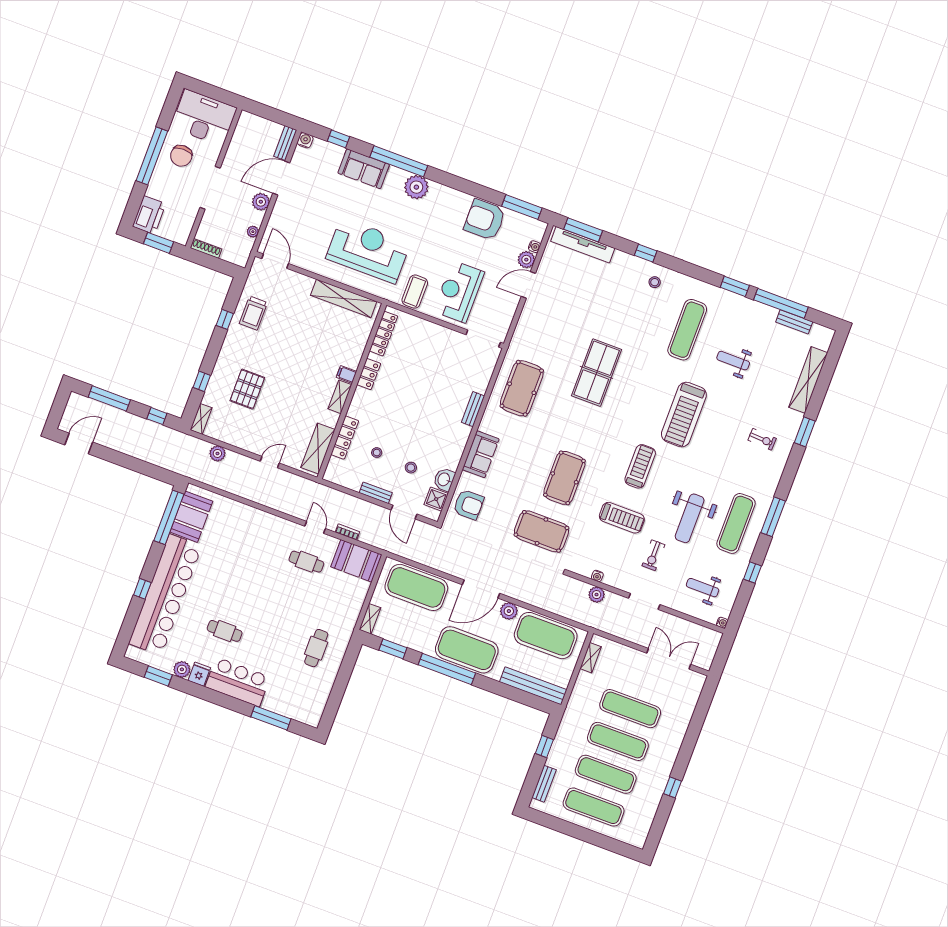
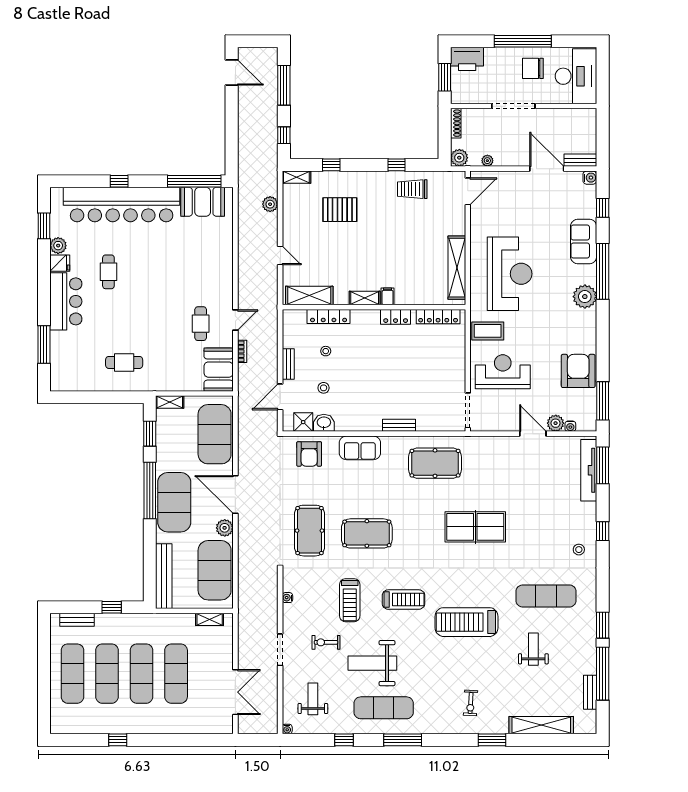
plant: (261, 202) -> (459, 158), moved
plant: (597, 595) -> (270, 603), removed

